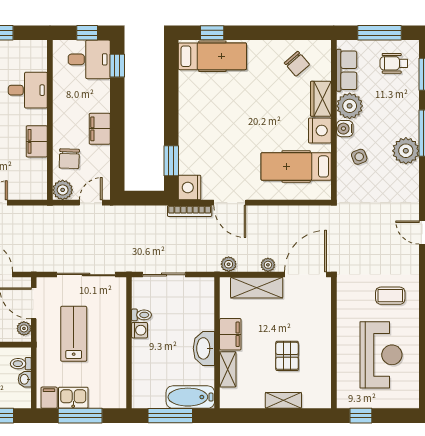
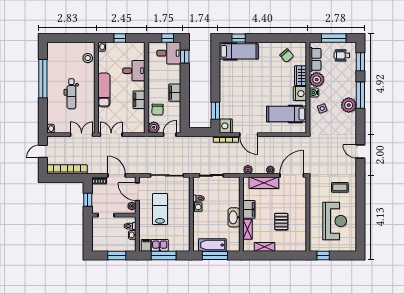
bathtub: (190, 397) -> (212, 245), moved
shelving: (283, 400) -> (265, 247), moved

